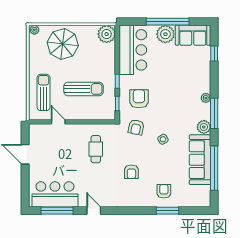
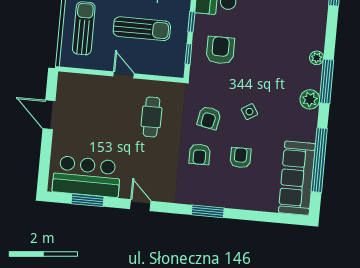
door: (58, 122) -> (124, 75), moved
armchair: (136, 127) -> (209, 118), moved
sofa: (200, 160) -> (297, 178), moved
armchair: (164, 191) -> (240, 158), moved
window: (57, 211) -> (87, 200), width x0.69
window: (167, 211) -> (208, 211), moved

